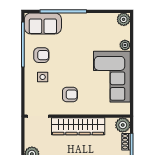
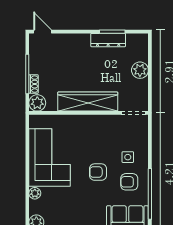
armchair: (70, 95) -> (98, 172), moved

